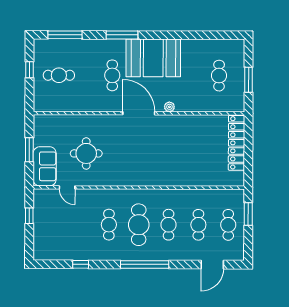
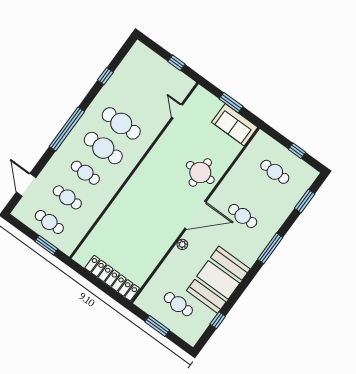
window: (65, 35) -> (305, 201), width x0.69
window: (209, 35) -> (218, 320), added
booth: (153, 58) -> (218, 280), moved
cafe table: (59, 75) -> (275, 172), turned 90
round table: (86, 153) -> (200, 173), moved
sofa: (45, 166) -> (235, 125), moved
door: (67, 187) -> (177, 111), hinge flipped
cafe table: (109, 225) -> (121, 123), width x1.37, depth x1.35

